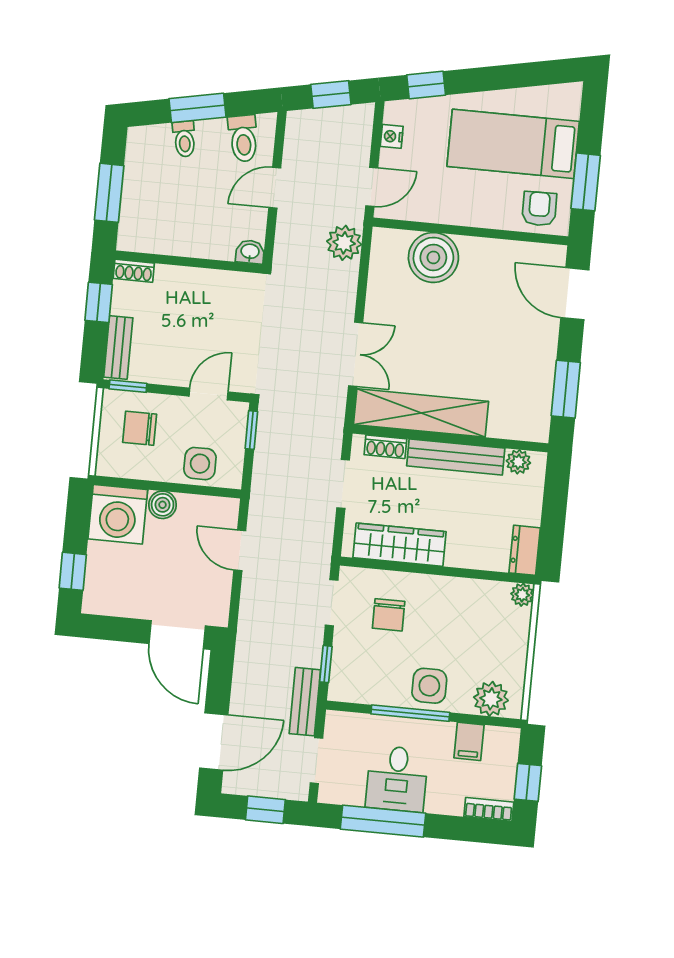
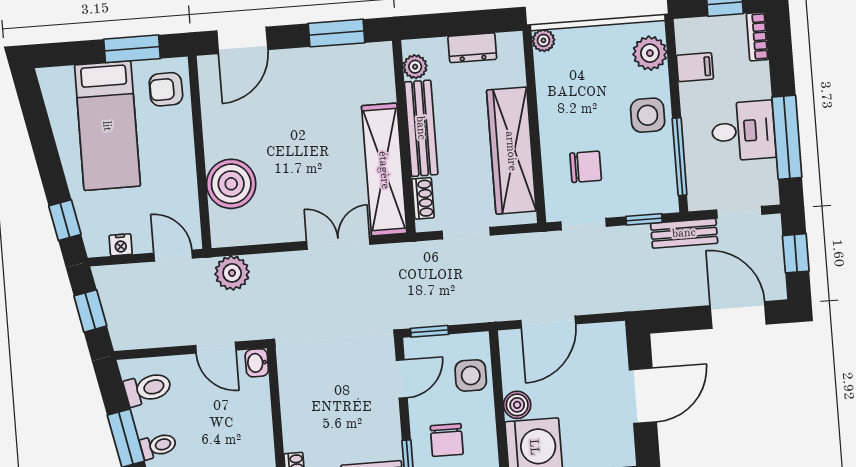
door: (275, 188) -> (216, 348), moved
door: (208, 394) -> (402, 379), swing flipped
wardrobe: (399, 545) -> (511, 151), width x1.40, depth x1.17
door: (240, 550) -> (548, 322), width x1.37
dresser: (525, 550) -> (472, 48), moved
door: (177, 635) -> (643, 396), moved
window: (410, 713) -> (680, 157), moved

